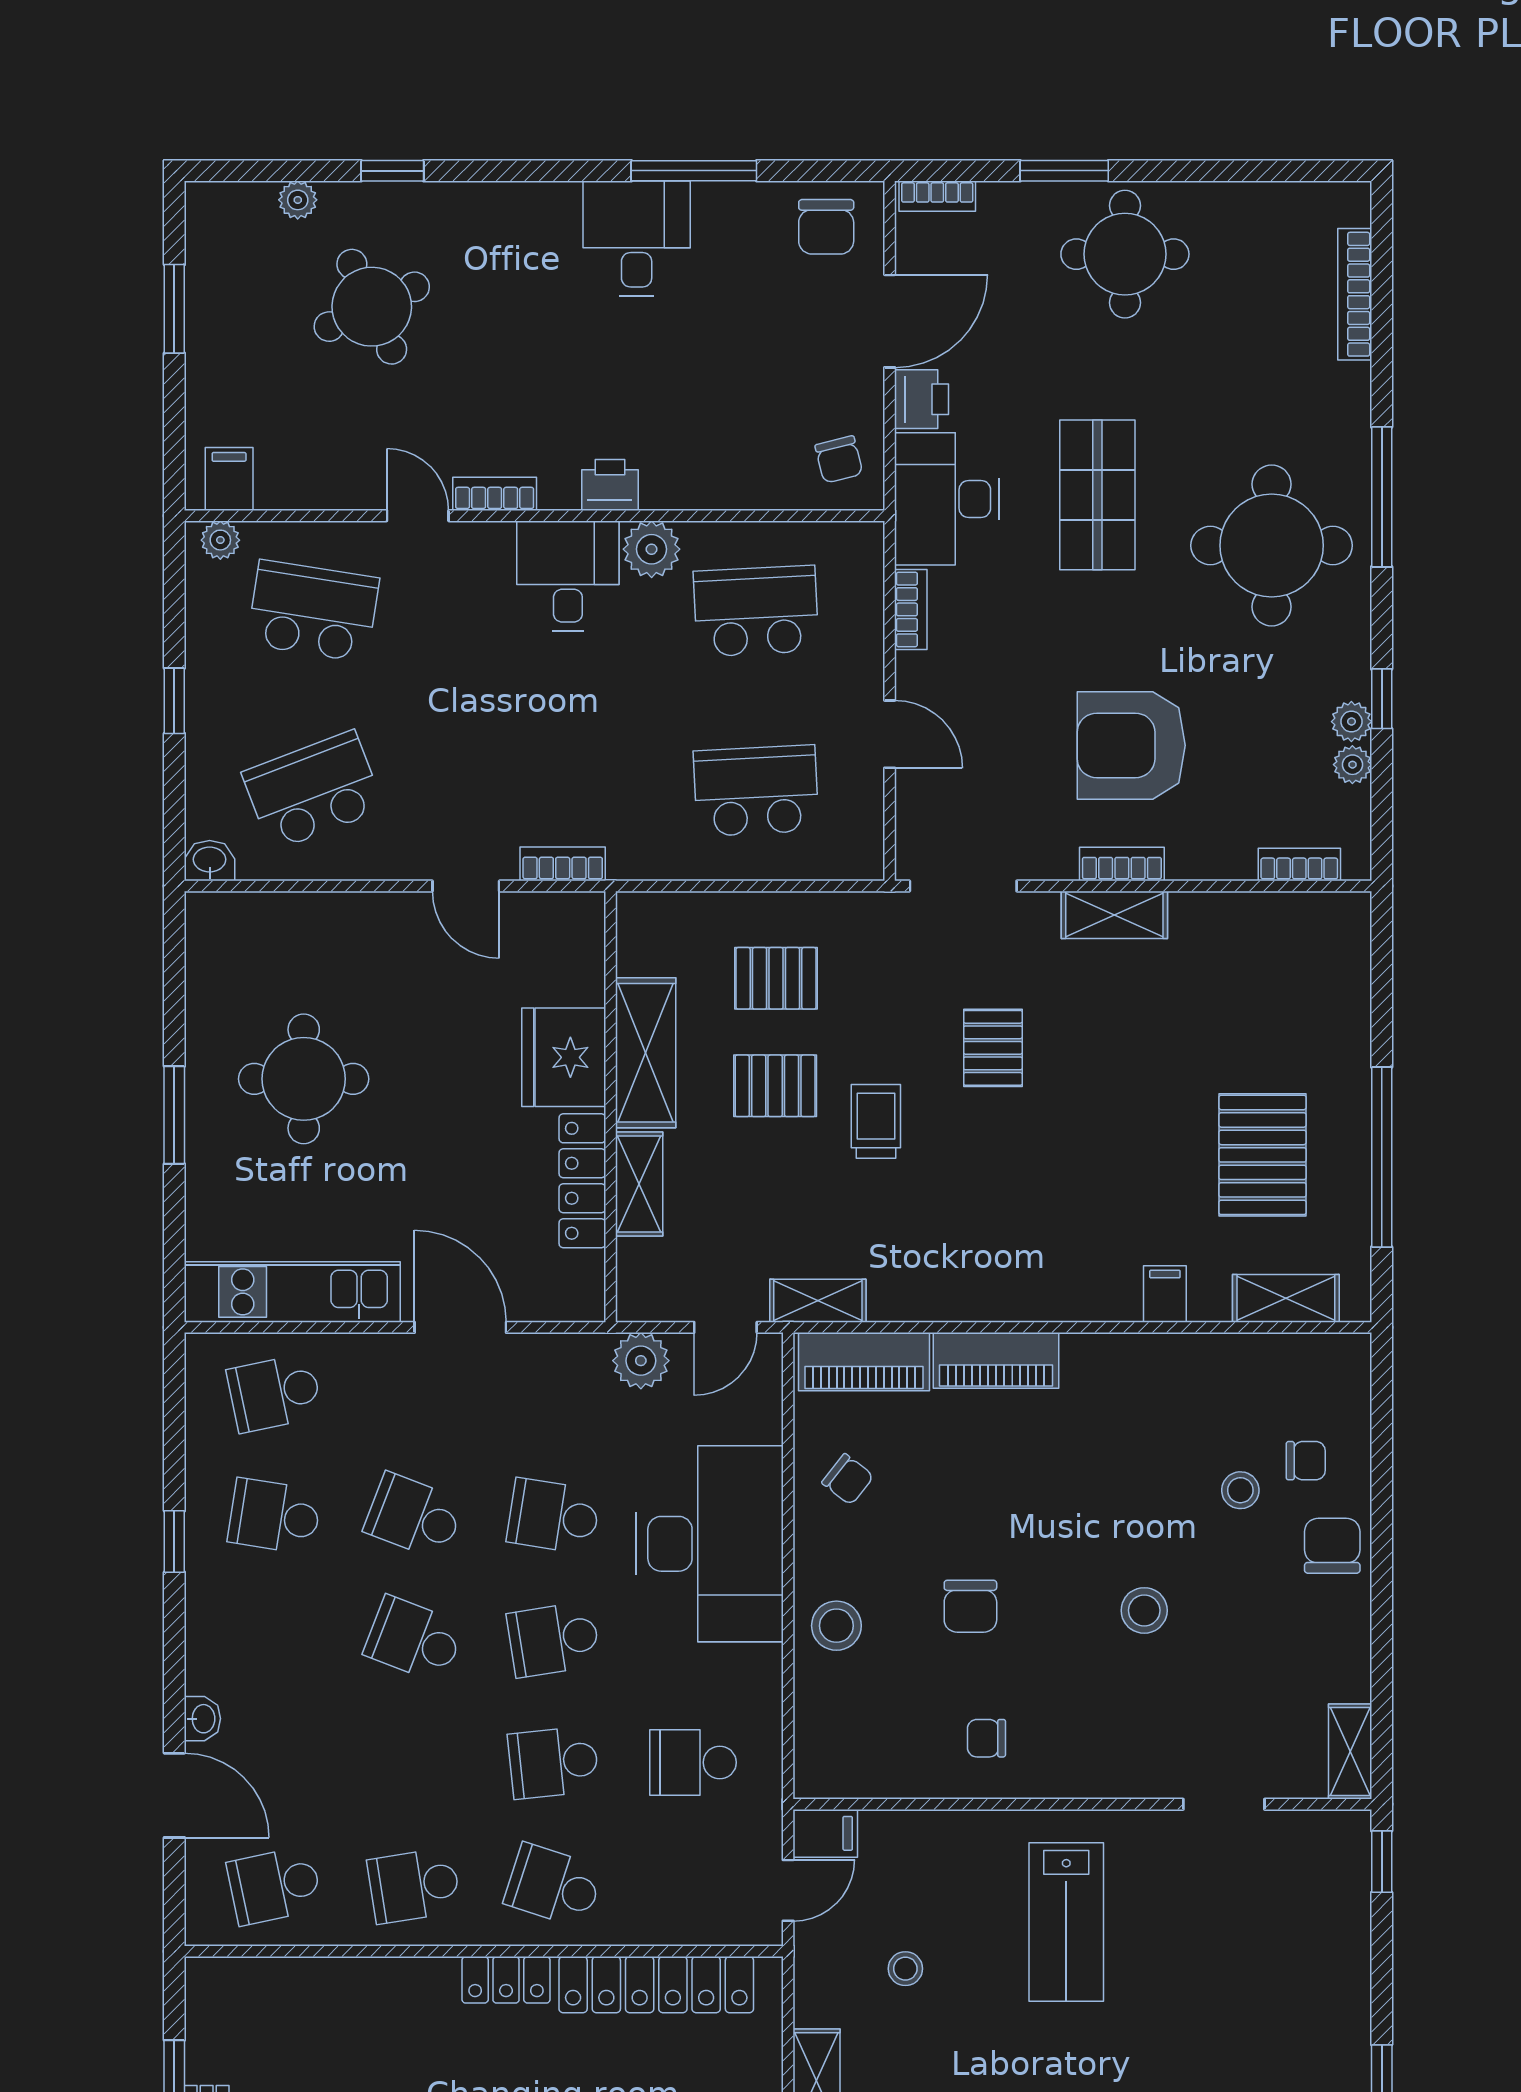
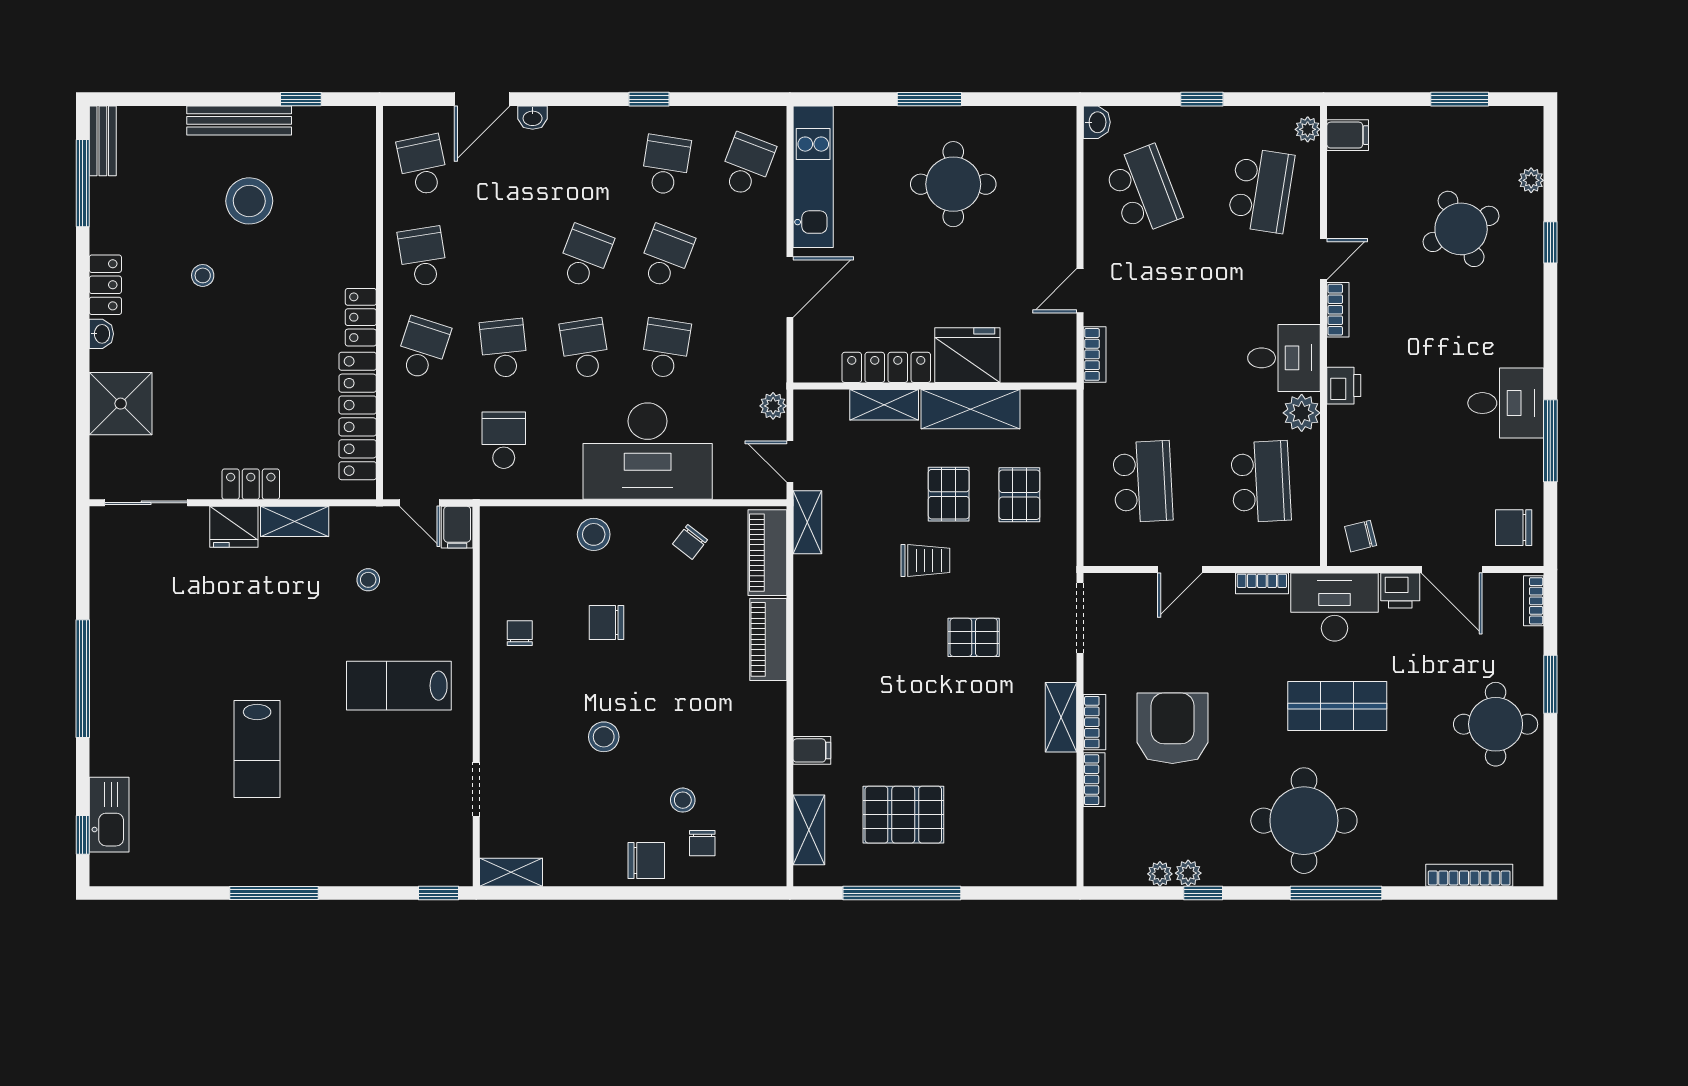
bookcase: (1299, 865) -> (1094, 780), moved
plant: (641, 1361) -> (773, 406), width x0.73, depth x0.73
school desk: (275, 1393) -> (747, 165), turned 33

